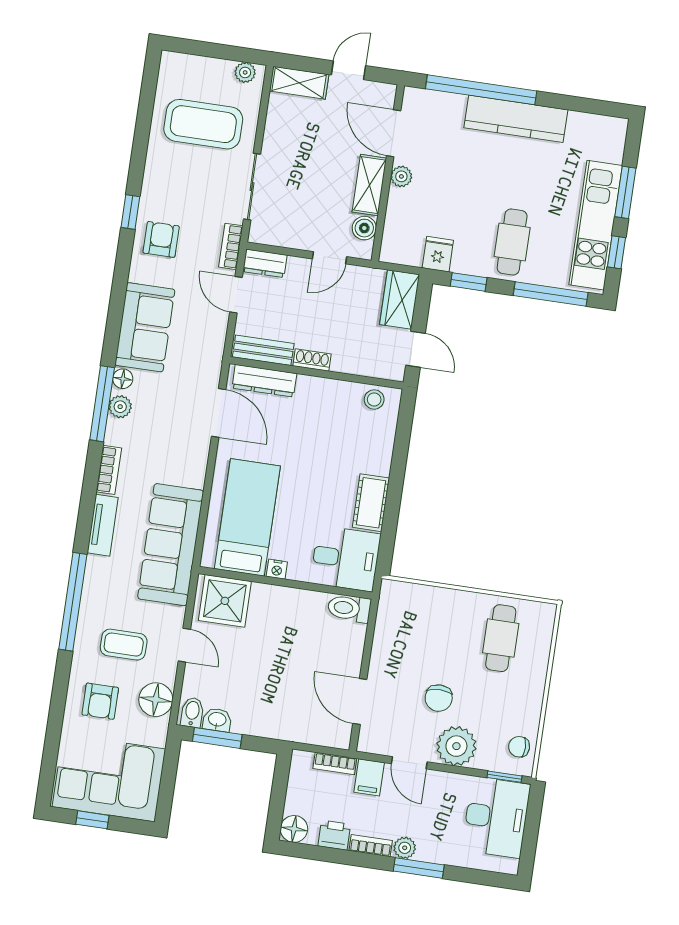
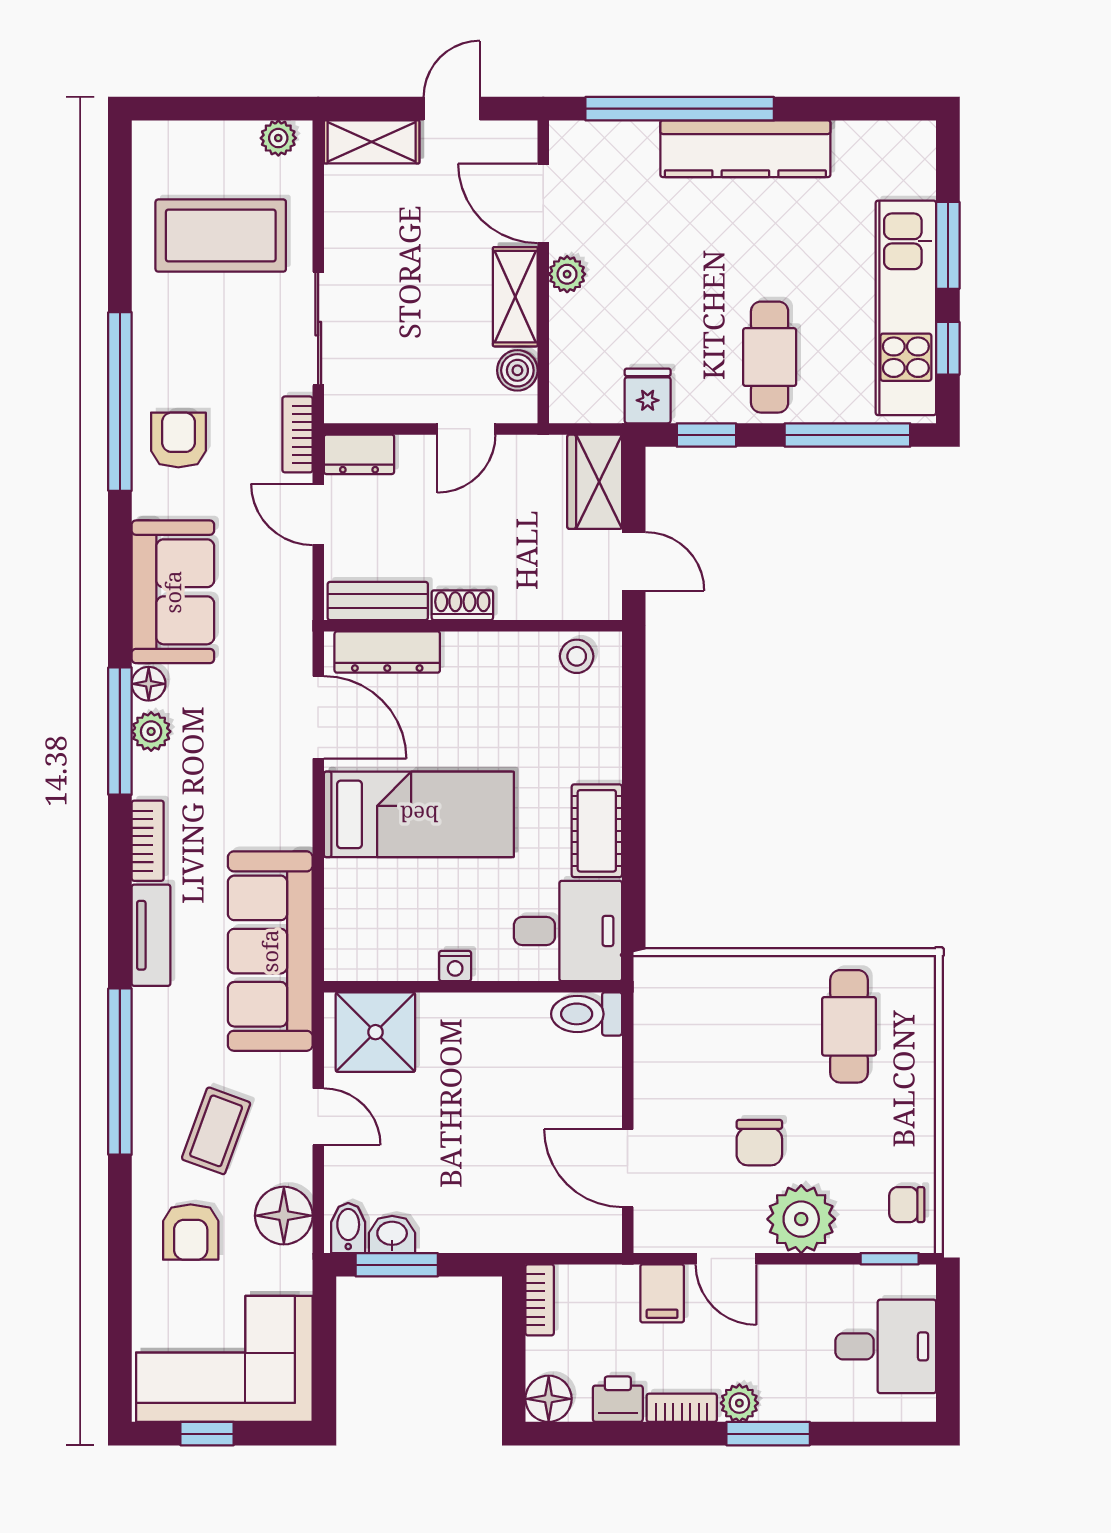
window: (130, 212) -> (120, 402), width x3.17
bed: (247, 517) -> (419, 814), moved, turned 90
coffee table: (124, 645) -> (216, 1131), turned -70
bookcase: (335, 763) -> (540, 1300), moved, turned -90
desk: (496, 817) -> (886, 1346), width x0.73

